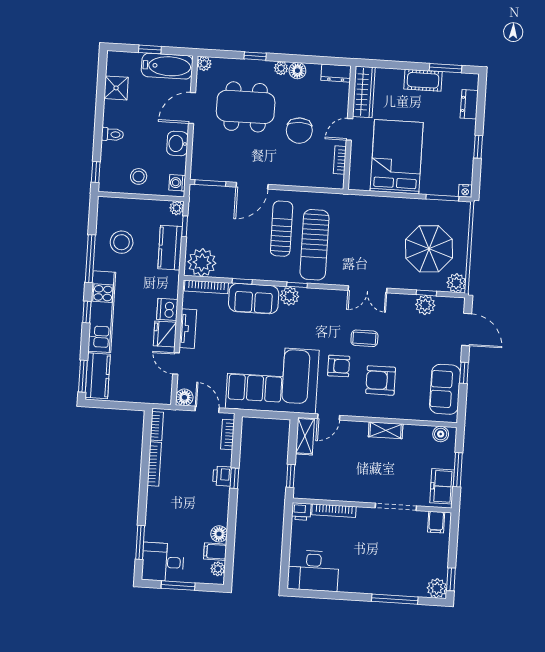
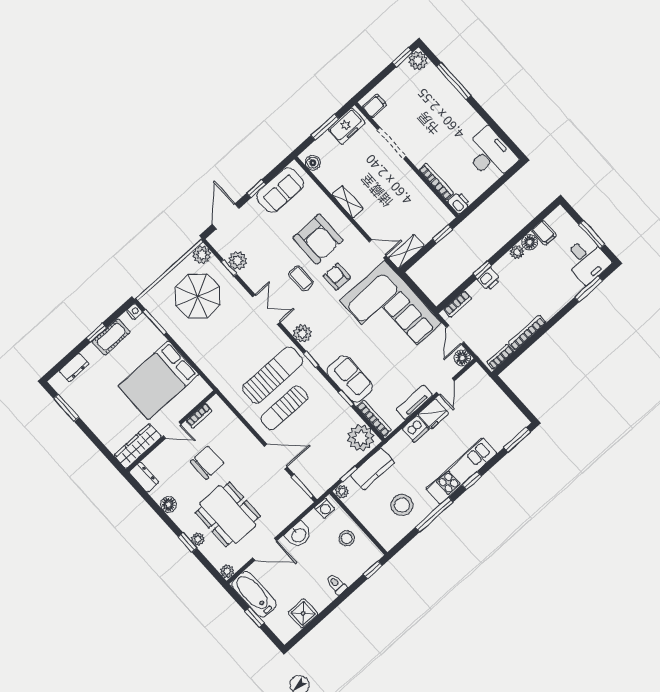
plant: (281, 68) -> (198, 539), moved
cot: (423, 80) -> (111, 337), moved, turned 90
plant: (289, 296) -> (303, 333), moved
kitchen counter: (98, 376) -> (507, 430), removed
armchair: (381, 380) -> (318, 239), width x1.36, depth x1.36
plant: (218, 569) -> (517, 252), moved

